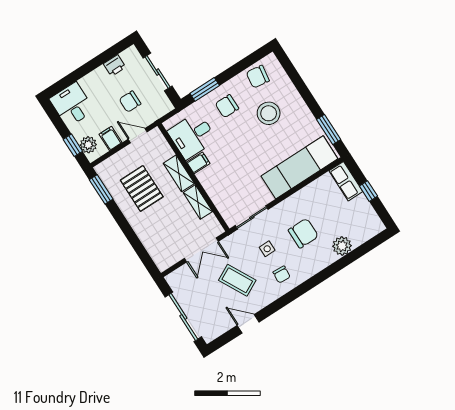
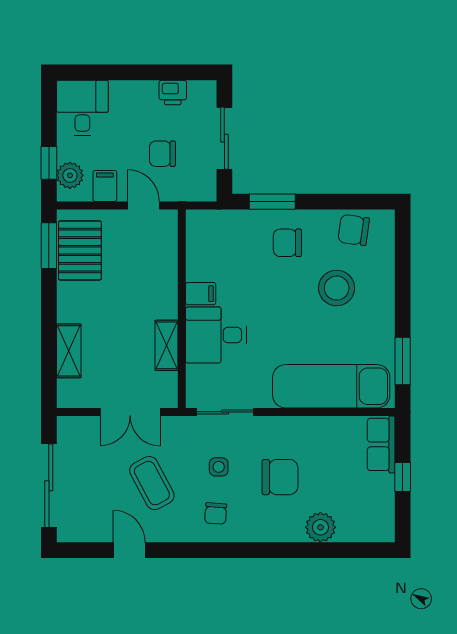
desk: (192, 136) -> (216, 335), moved
shelving: (179, 173) -> (69, 351), moved
pallet: (142, 188) -> (80, 250), moved

